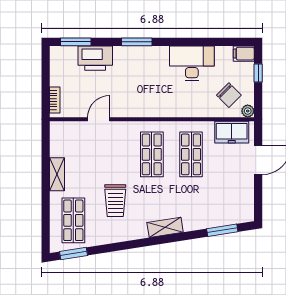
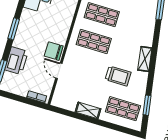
chair: (123, 104) -> (54, 51), added
shelving: (165, 227) -> (145, 59), moved
window: (73, 254) -> (147, 105), moved

